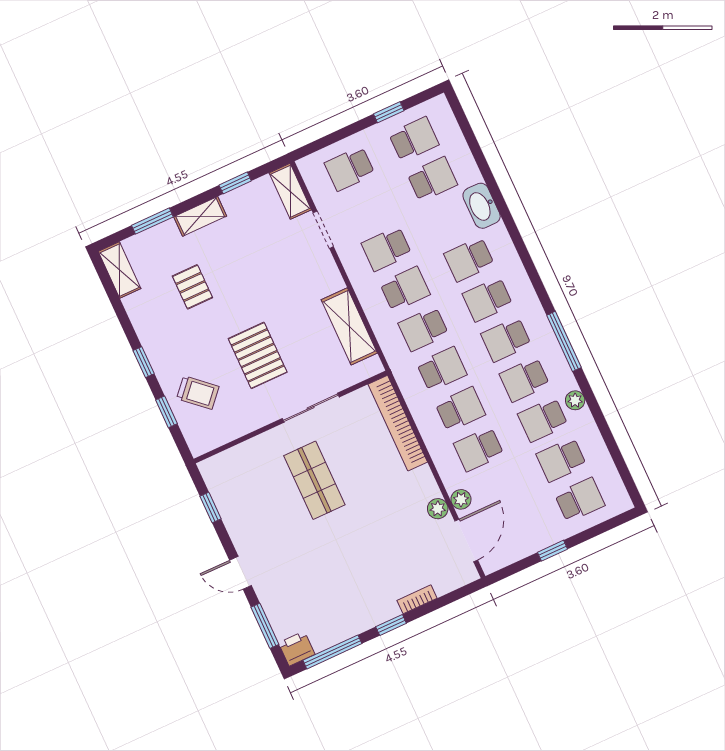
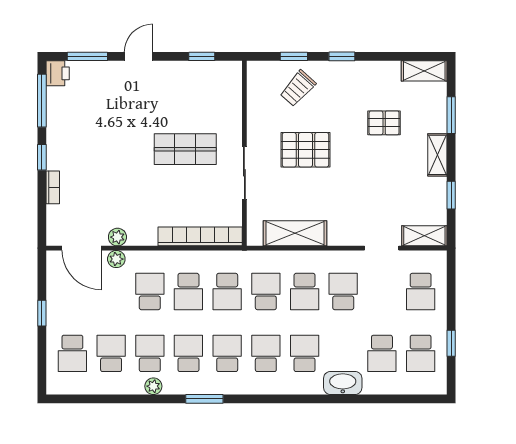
school desk: (350, 169) -> (421, 291), turned 180
window: (564, 341) -> (204, 399), width x0.69

